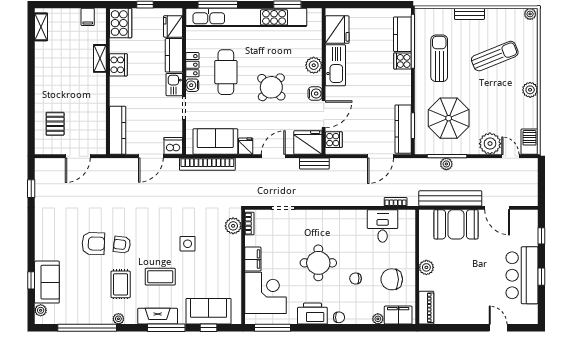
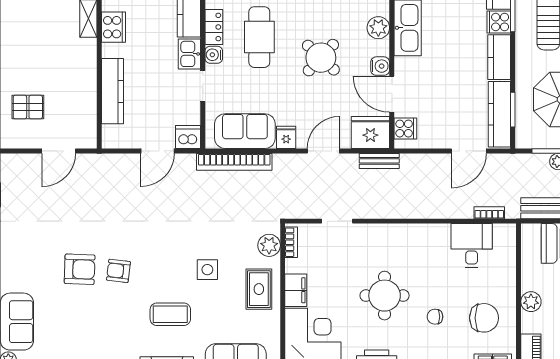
kitchen counter: (403, 87) -> (499, 57), added
door: (324, 114) -> (392, 94), swing flipped
pallet: (55, 124) -> (28, 107), turned 90
kitchen counter: (118, 130) -> (113, 91), moved
chair: (392, 279) -> (484, 318), turned 180
rug: (121, 284) -> (259, 289), moved

